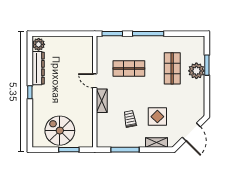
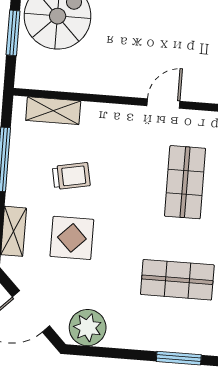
plant: (196, 71) -> (88, 328), moved
shelving: (102, 101) -> (53, 111), moved

